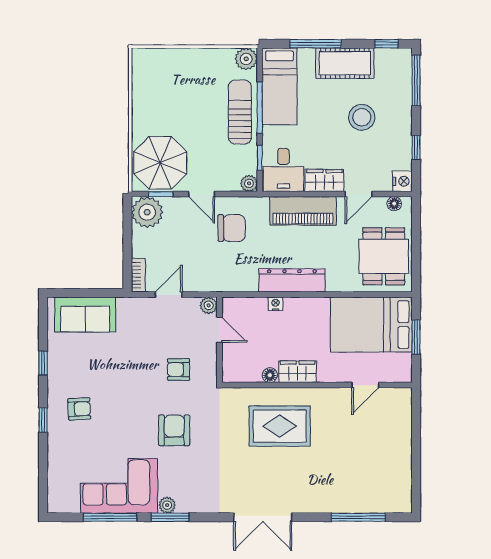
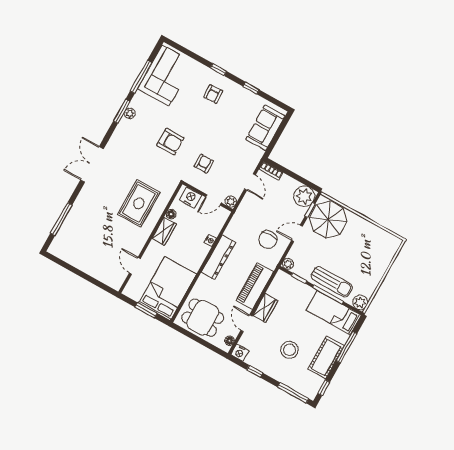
desk: (283, 170) -> (284, 288), removed
nightstand: (234, 362) -> (190, 198), added
corner sofa: (119, 486) -> (166, 76), moved

